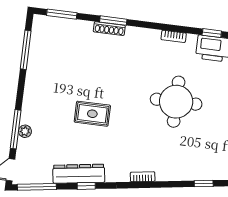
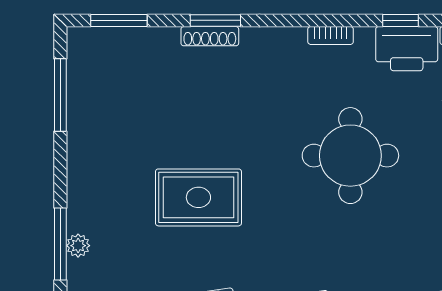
rug: (92, 114) -> (198, 197), width x1.36, depth x1.43

